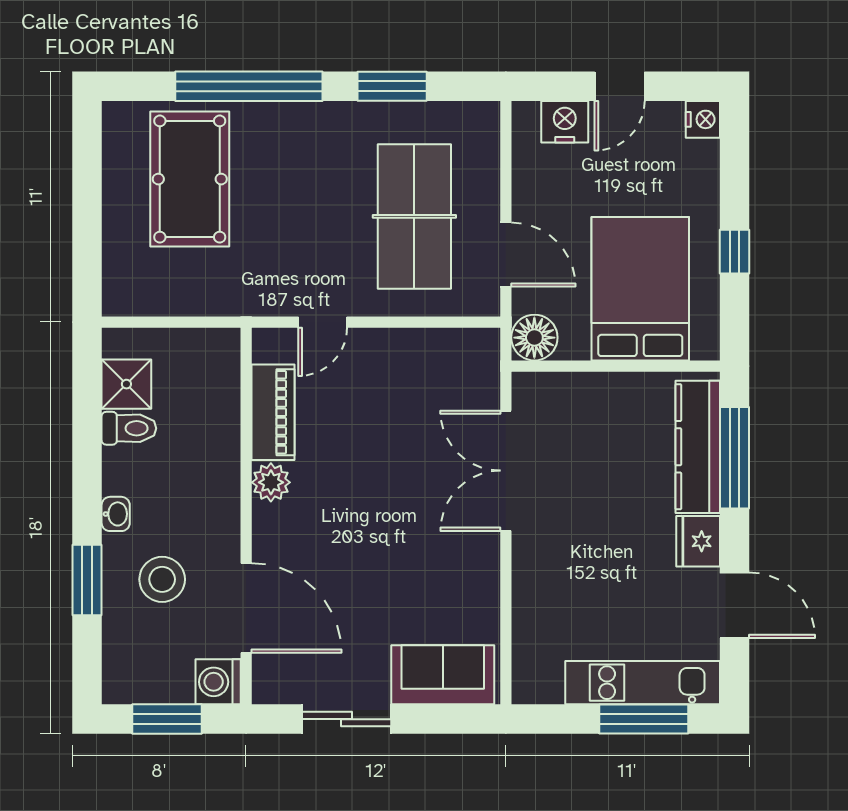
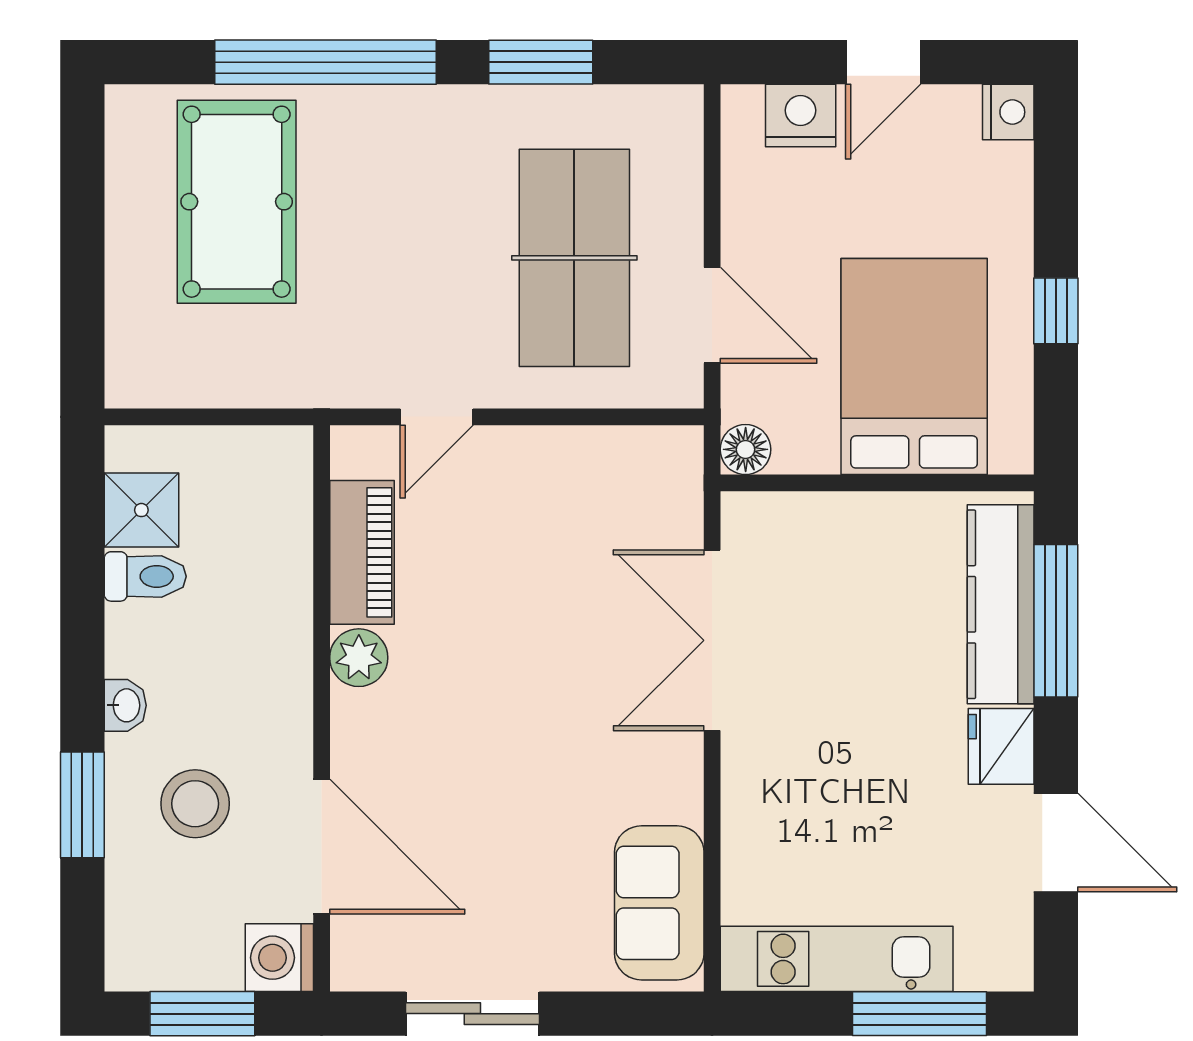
floor lamp: (534, 338) -> (746, 449), width x0.73, depth x0.73
sofa: (443, 675) -> (659, 903), moved, turned -90
kitchen unit: (643, 683) -> (837, 959), moved

